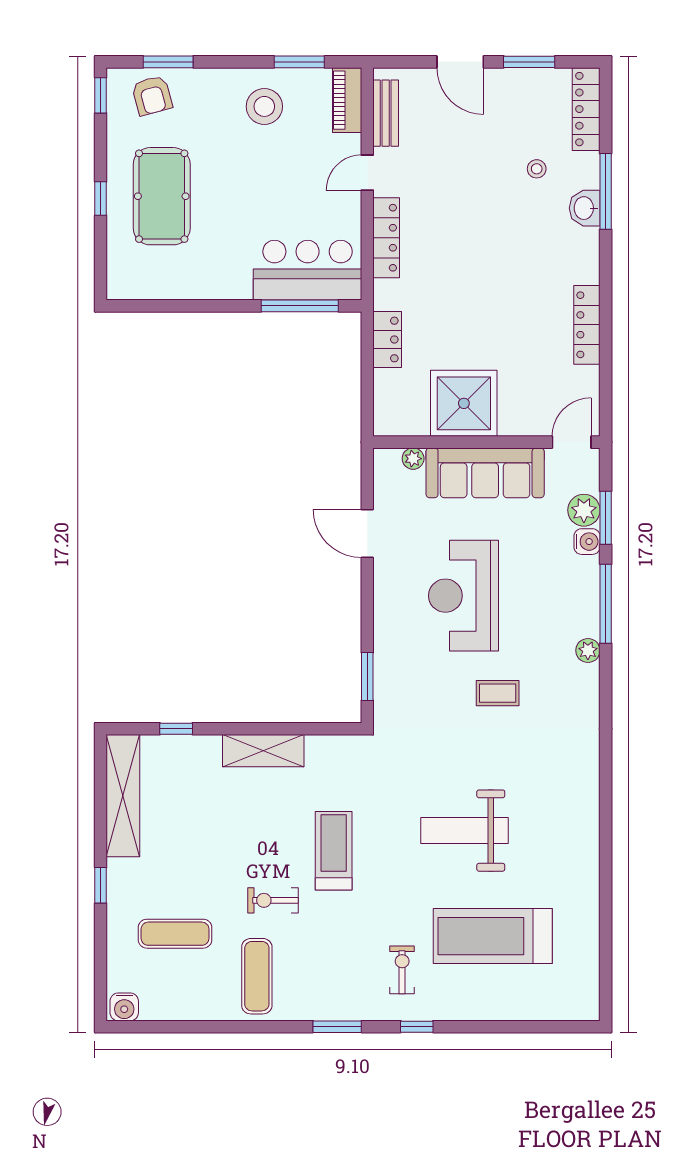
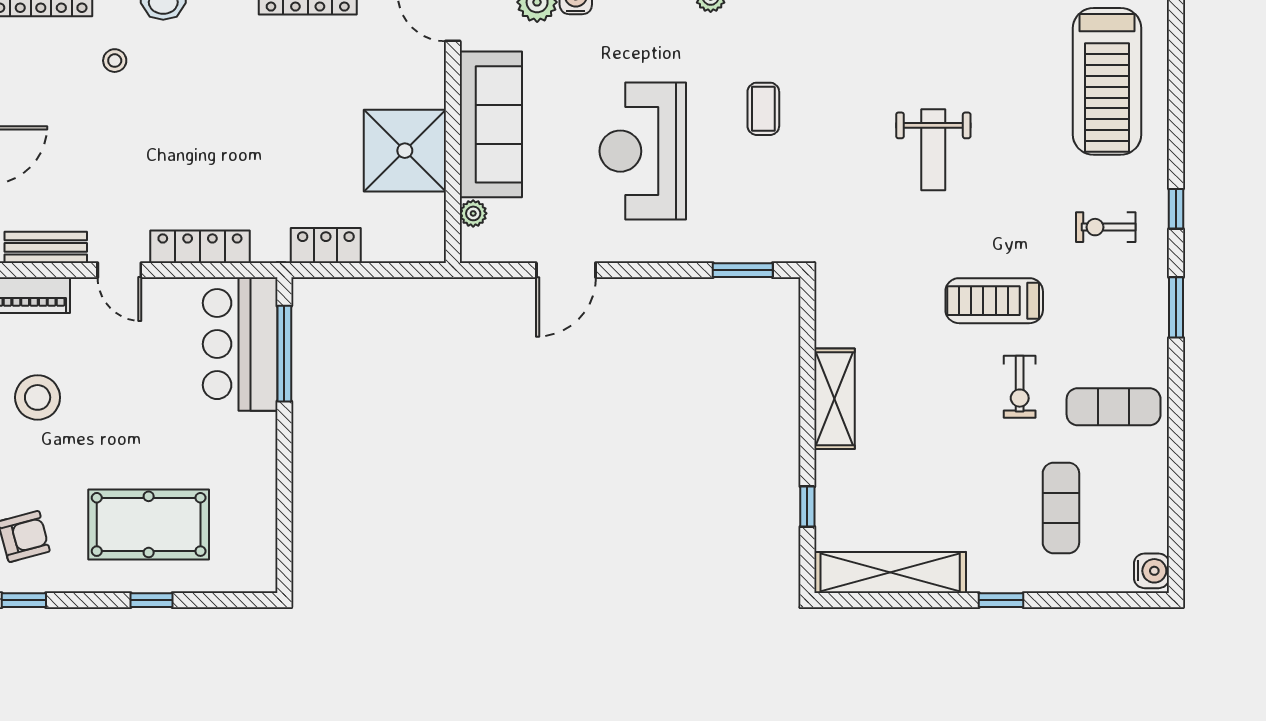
reception desk: (464, 596) -> (643, 151), turned 90
weight bench: (465, 831) -> (933, 150), width x0.73, depth x0.75
treadmill: (334, 851) -> (994, 301), moved
treadmill: (493, 936) -> (1107, 81), moved

